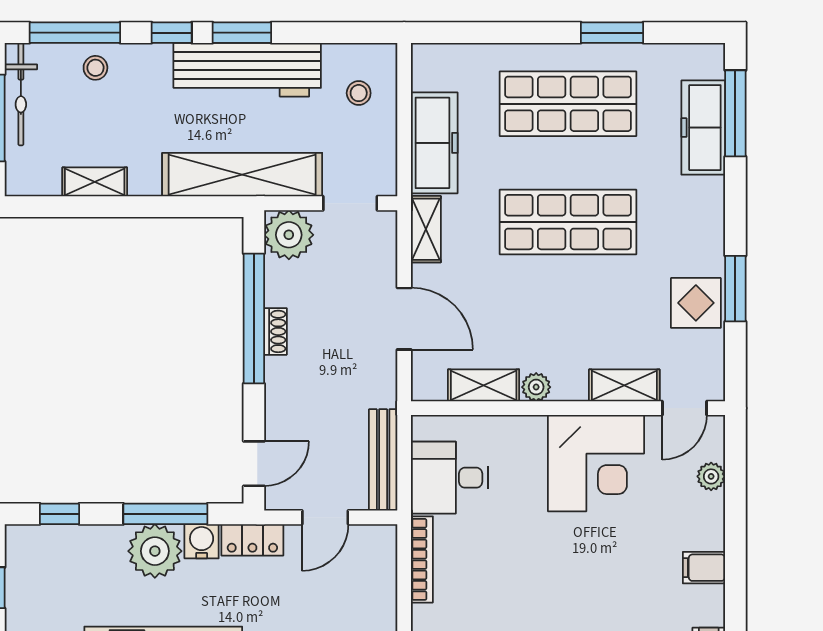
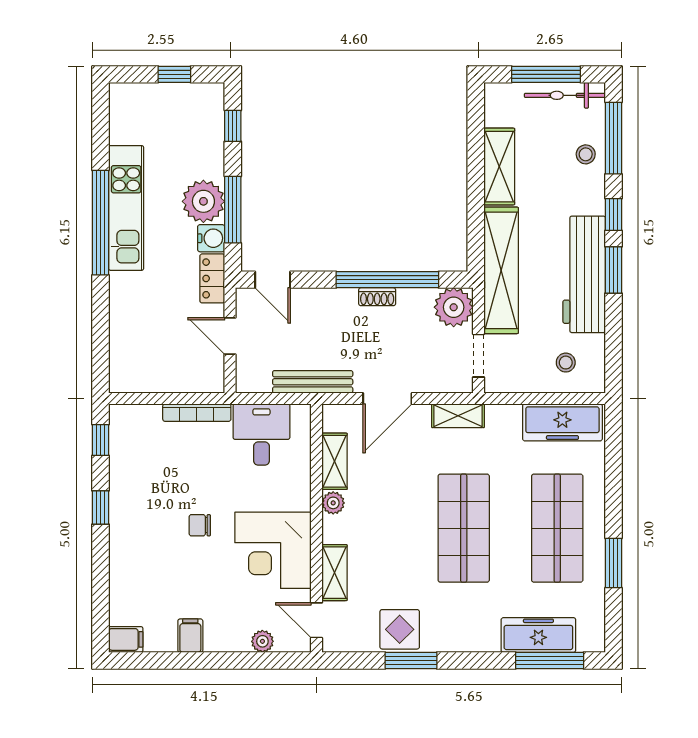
freezer: (434, 143) -> (562, 422), moved
shelving: (95, 182) -> (499, 167), width x1.50, depth x1.33
bench: (383, 460) -> (313, 382), moved
chair: (564, 556) -> (200, 525), added

